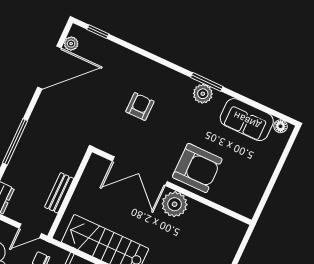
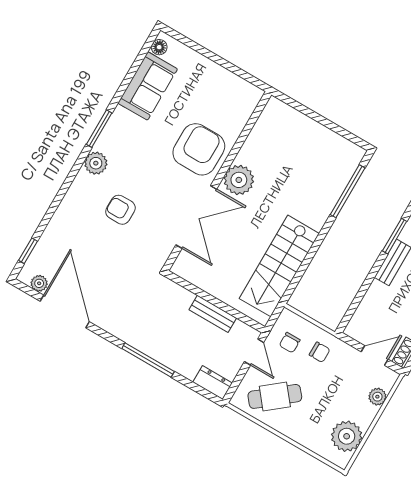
plant: (203, 94) -> (96, 163), moved

